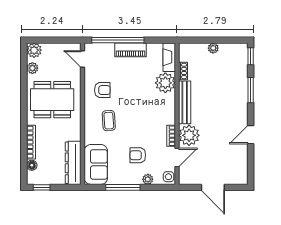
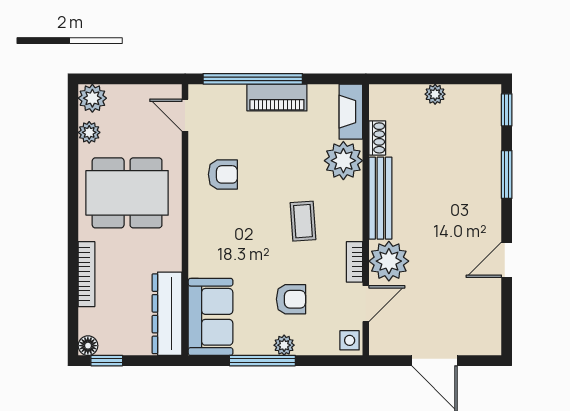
coffee table: (109, 121) -> (303, 221), moved
armchair: (138, 155) -> (291, 299), turned 180
floor lamp: (32, 165) -> (88, 346), moved
plant: (148, 179) -> (284, 345), moved

